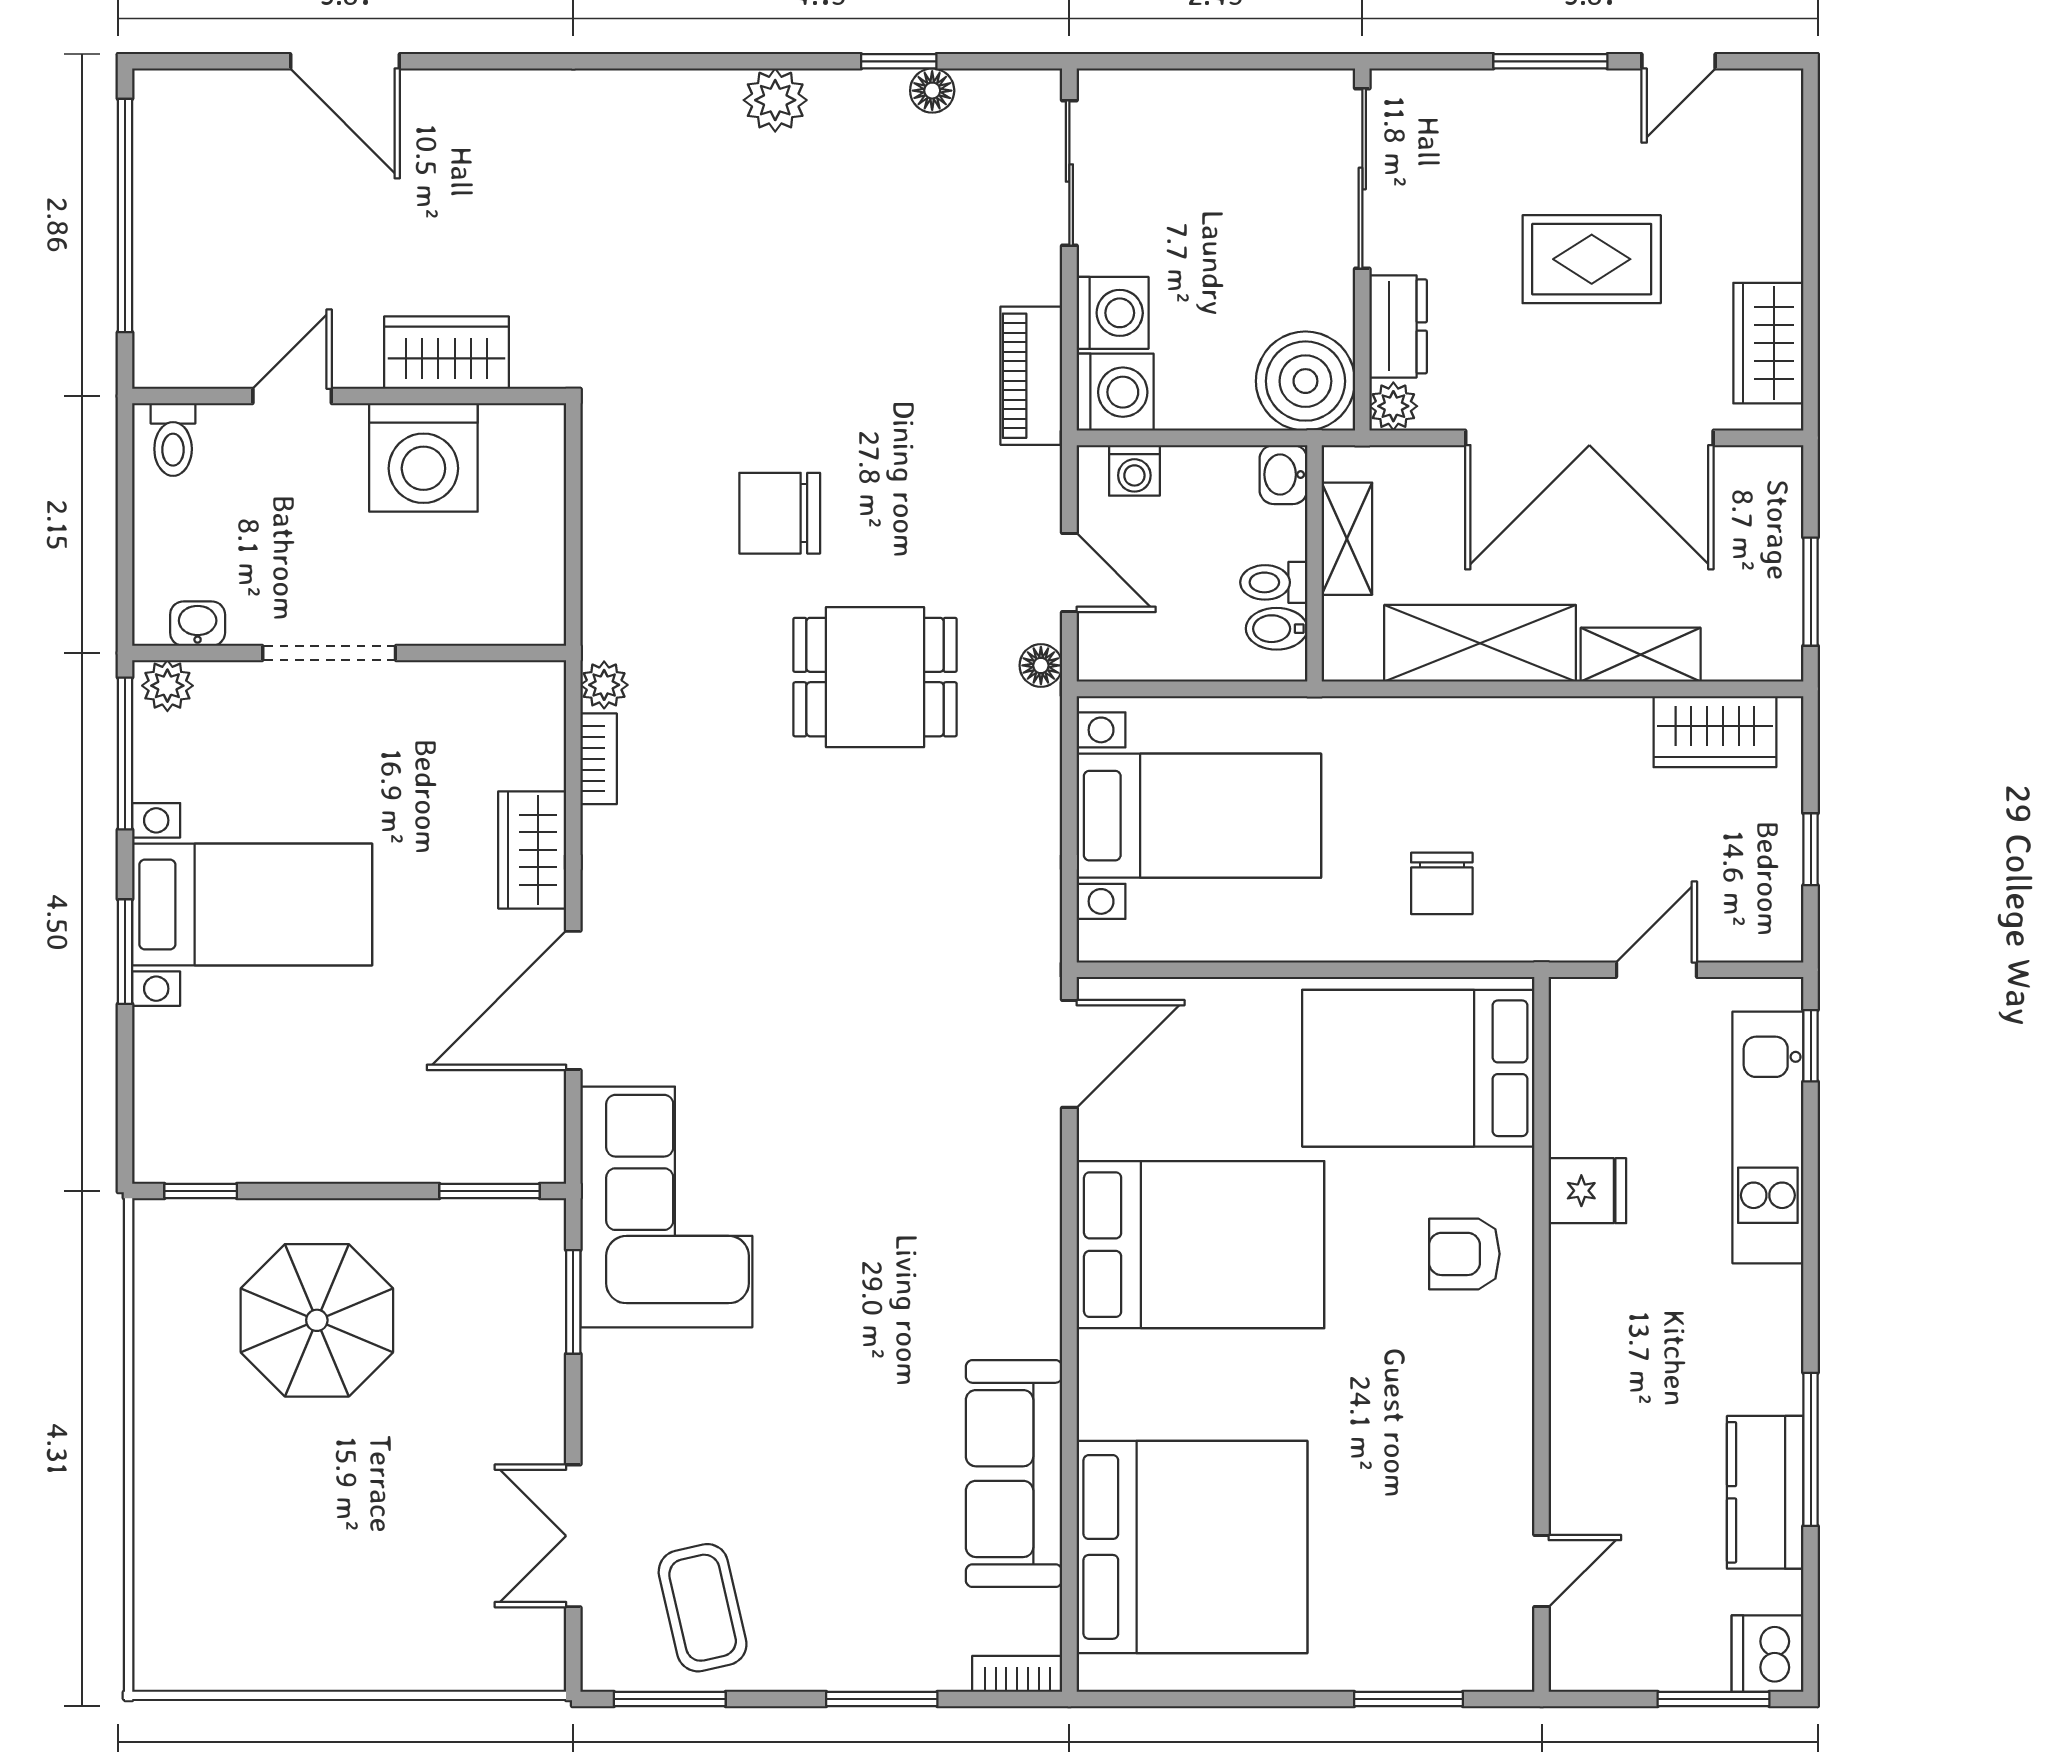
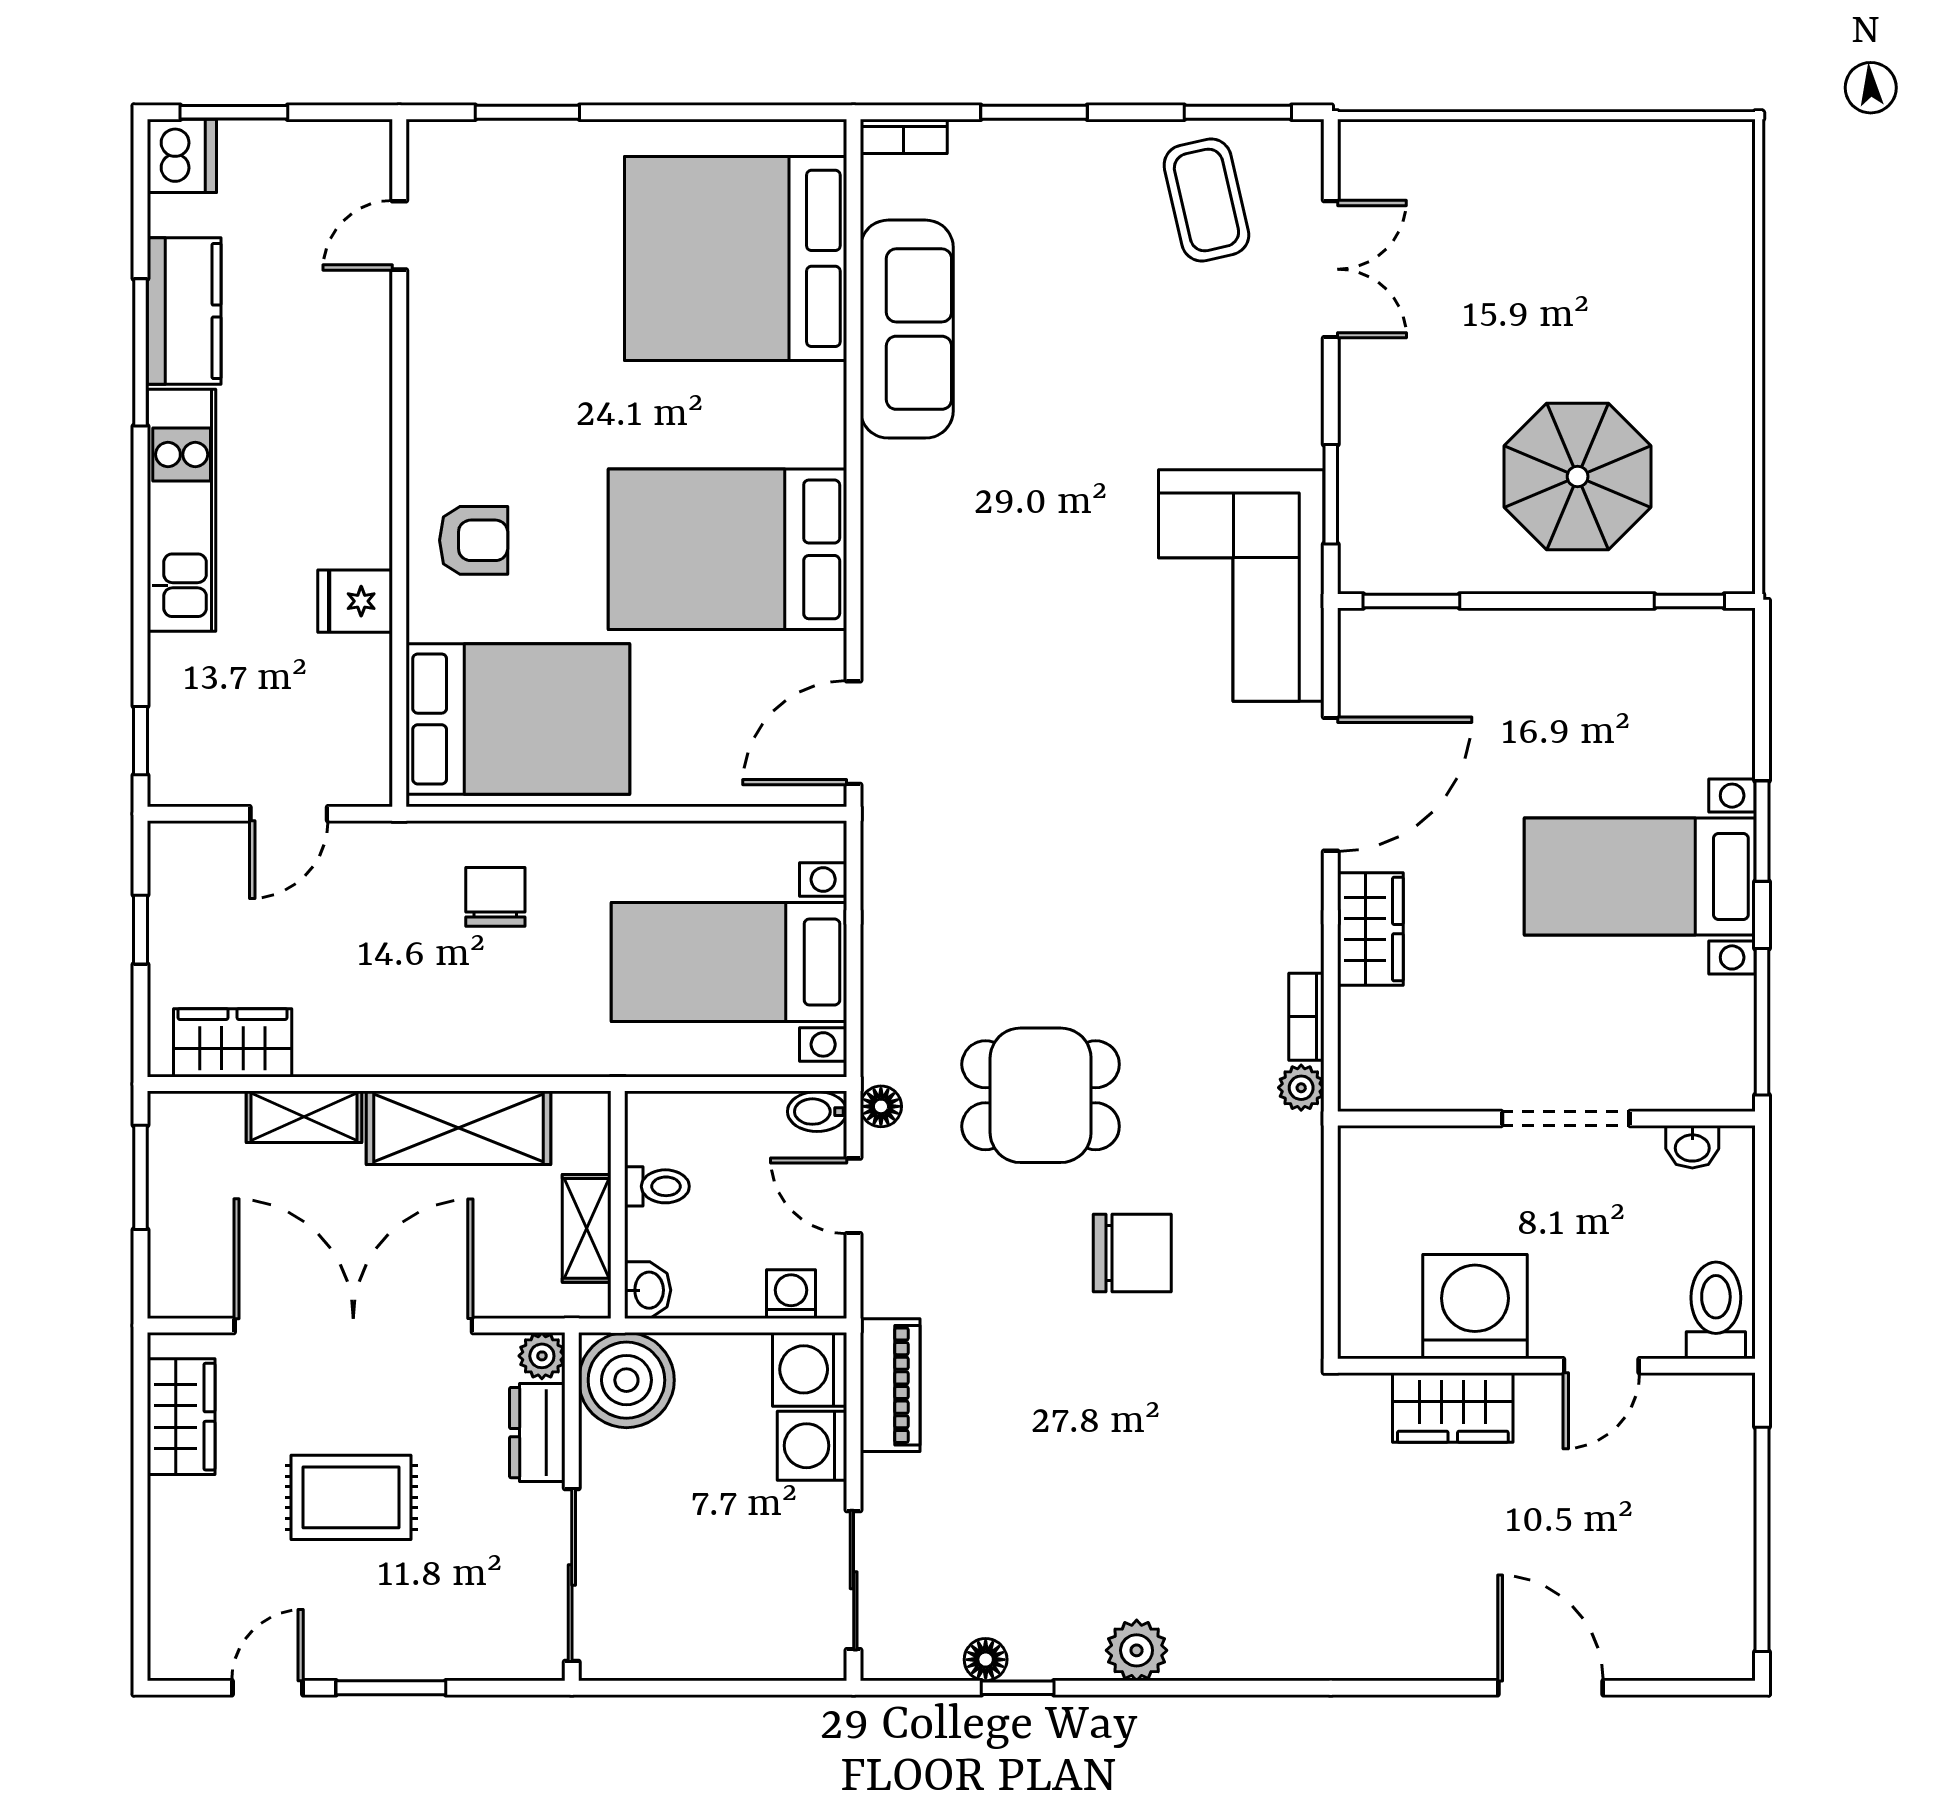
toilet: (173, 440) -> (1716, 1310), width x1.37, depth x1.39
bidet: (1277, 629) -> (817, 1112), moved, turned 180
plant: (167, 686) -> (1721, 1087), removed
kitchen unit: (1768, 1137) -> (182, 510), moved

